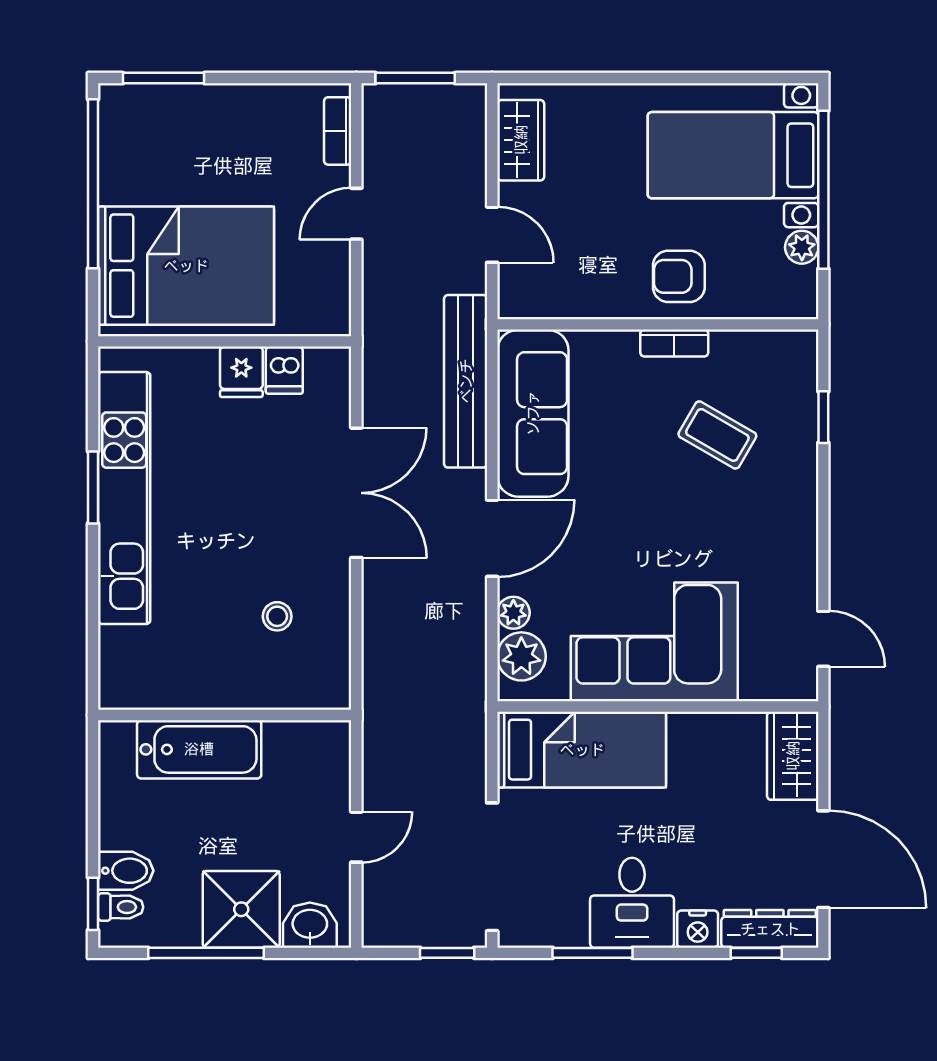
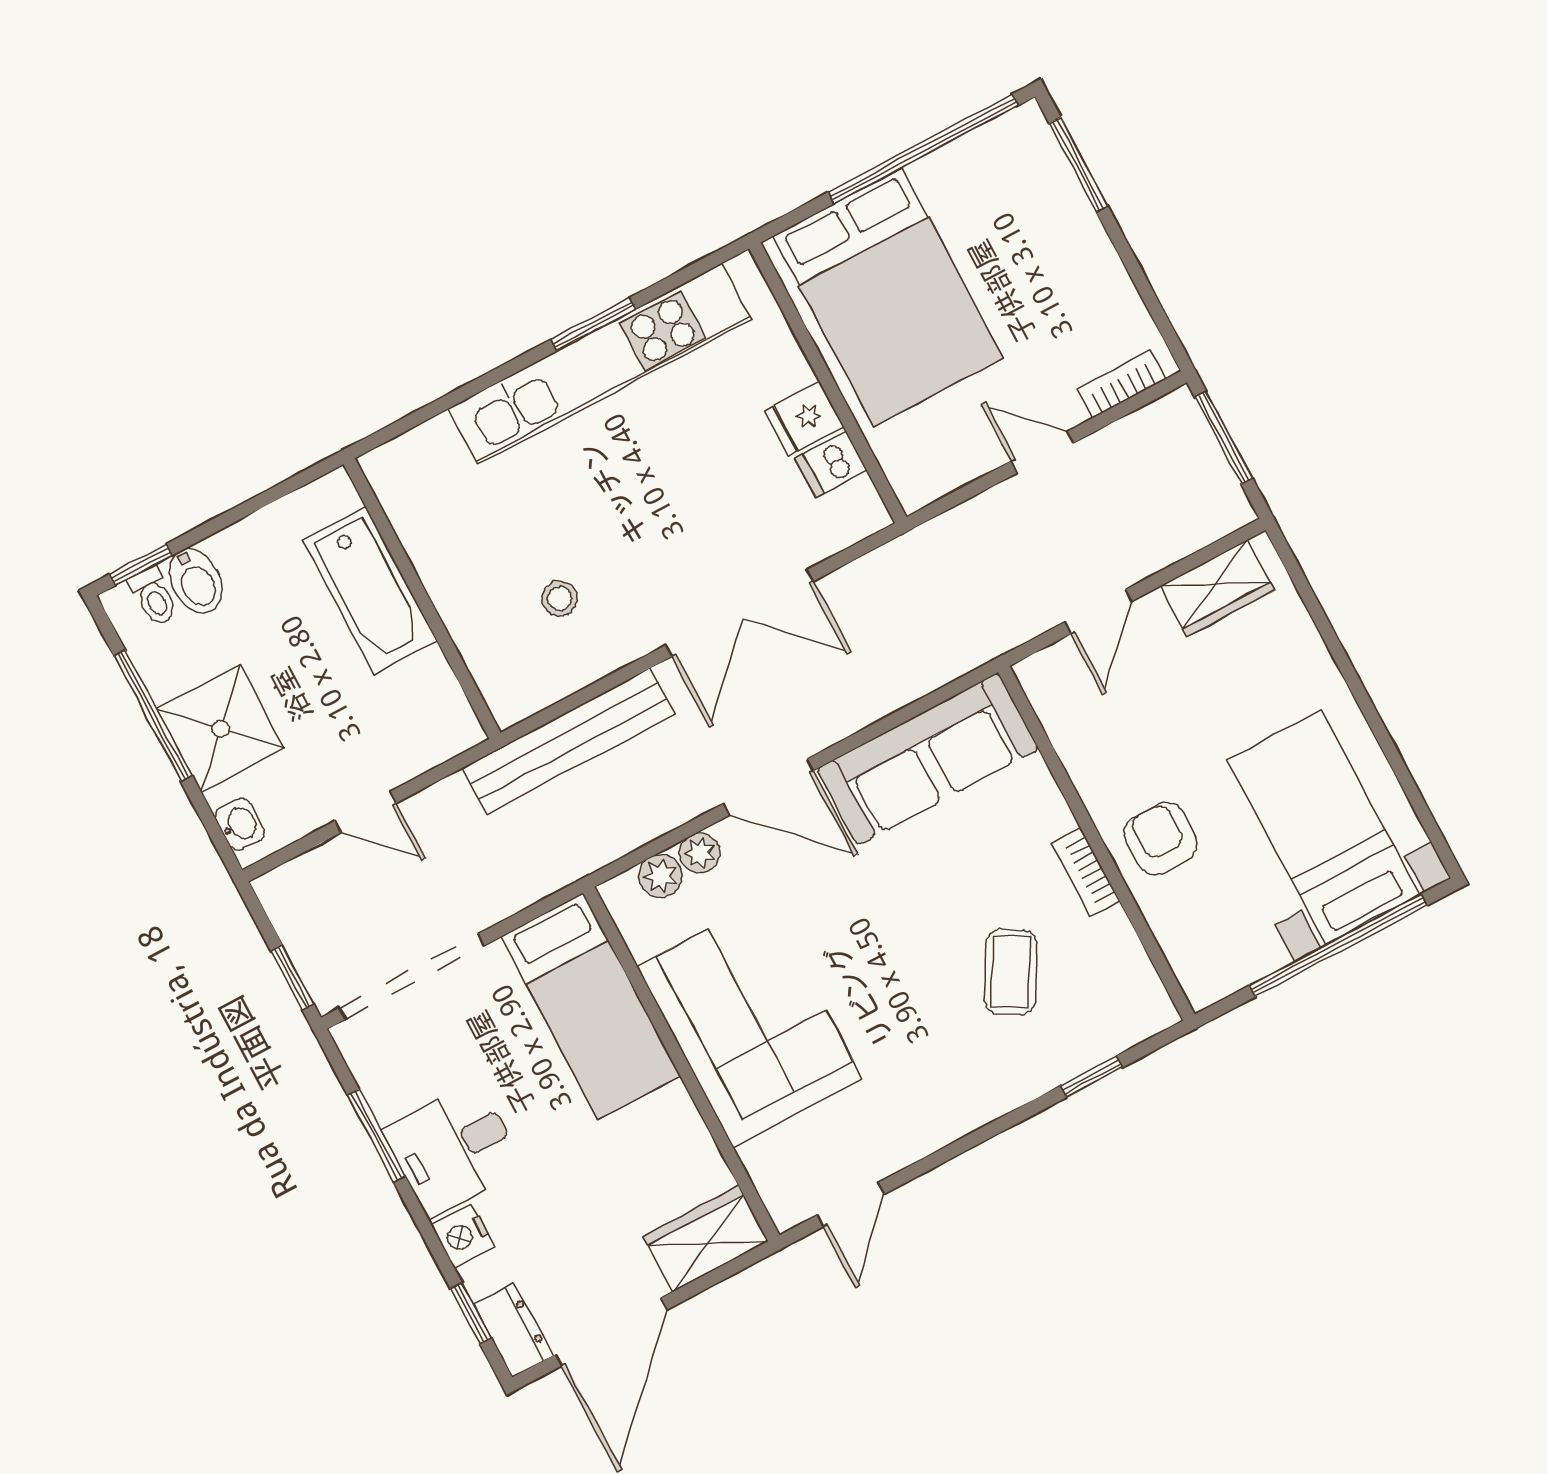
plant: (802, 247) -> (1263, 955), removed
bench: (466, 381) -> (569, 741), moved
plant: (521, 656) -> (660, 876), width x0.73, depth x0.73
washbasin: (310, 925) -> (240, 824), width x0.72, depth x0.69
dresser: (770, 929) -> (513, 1330), width x0.70

